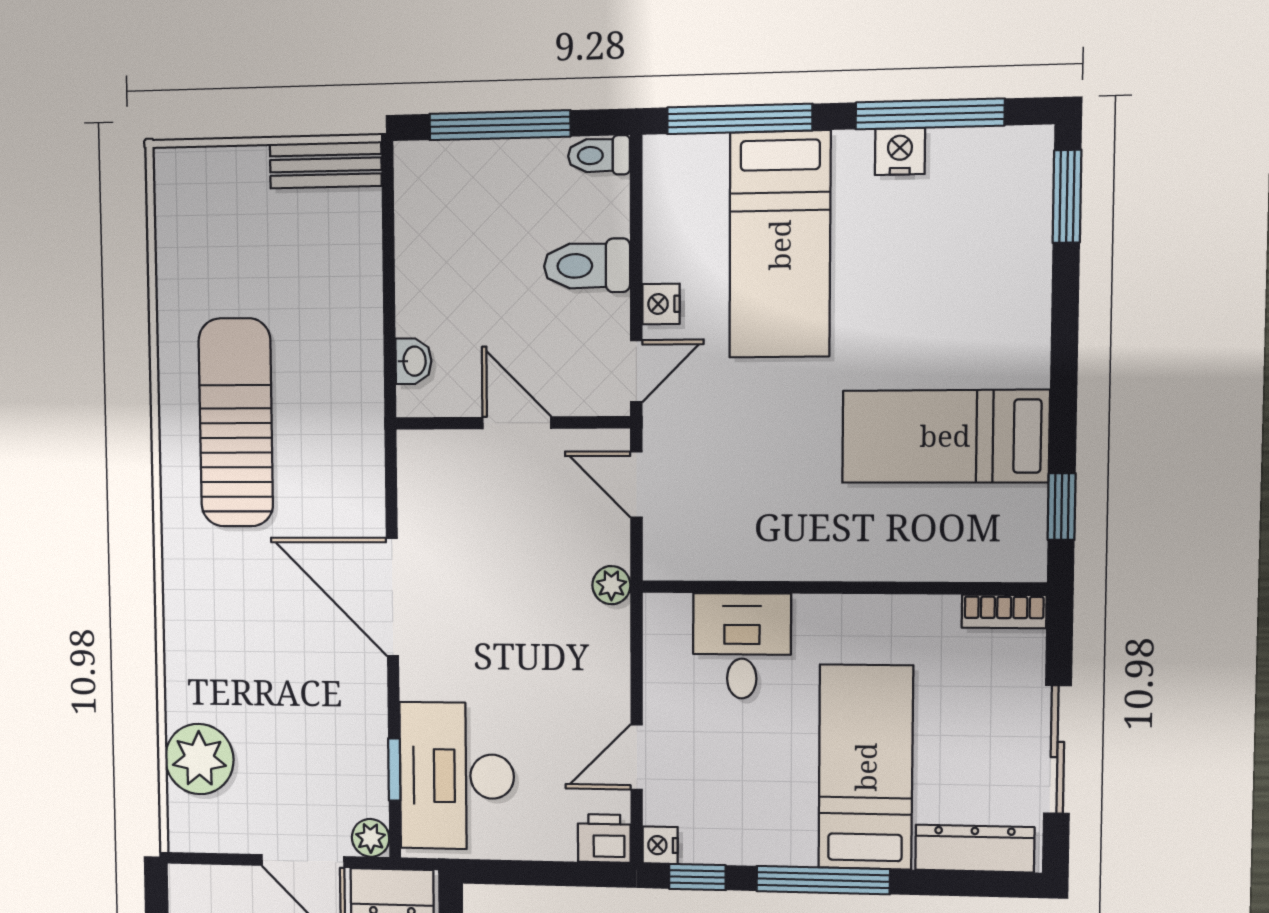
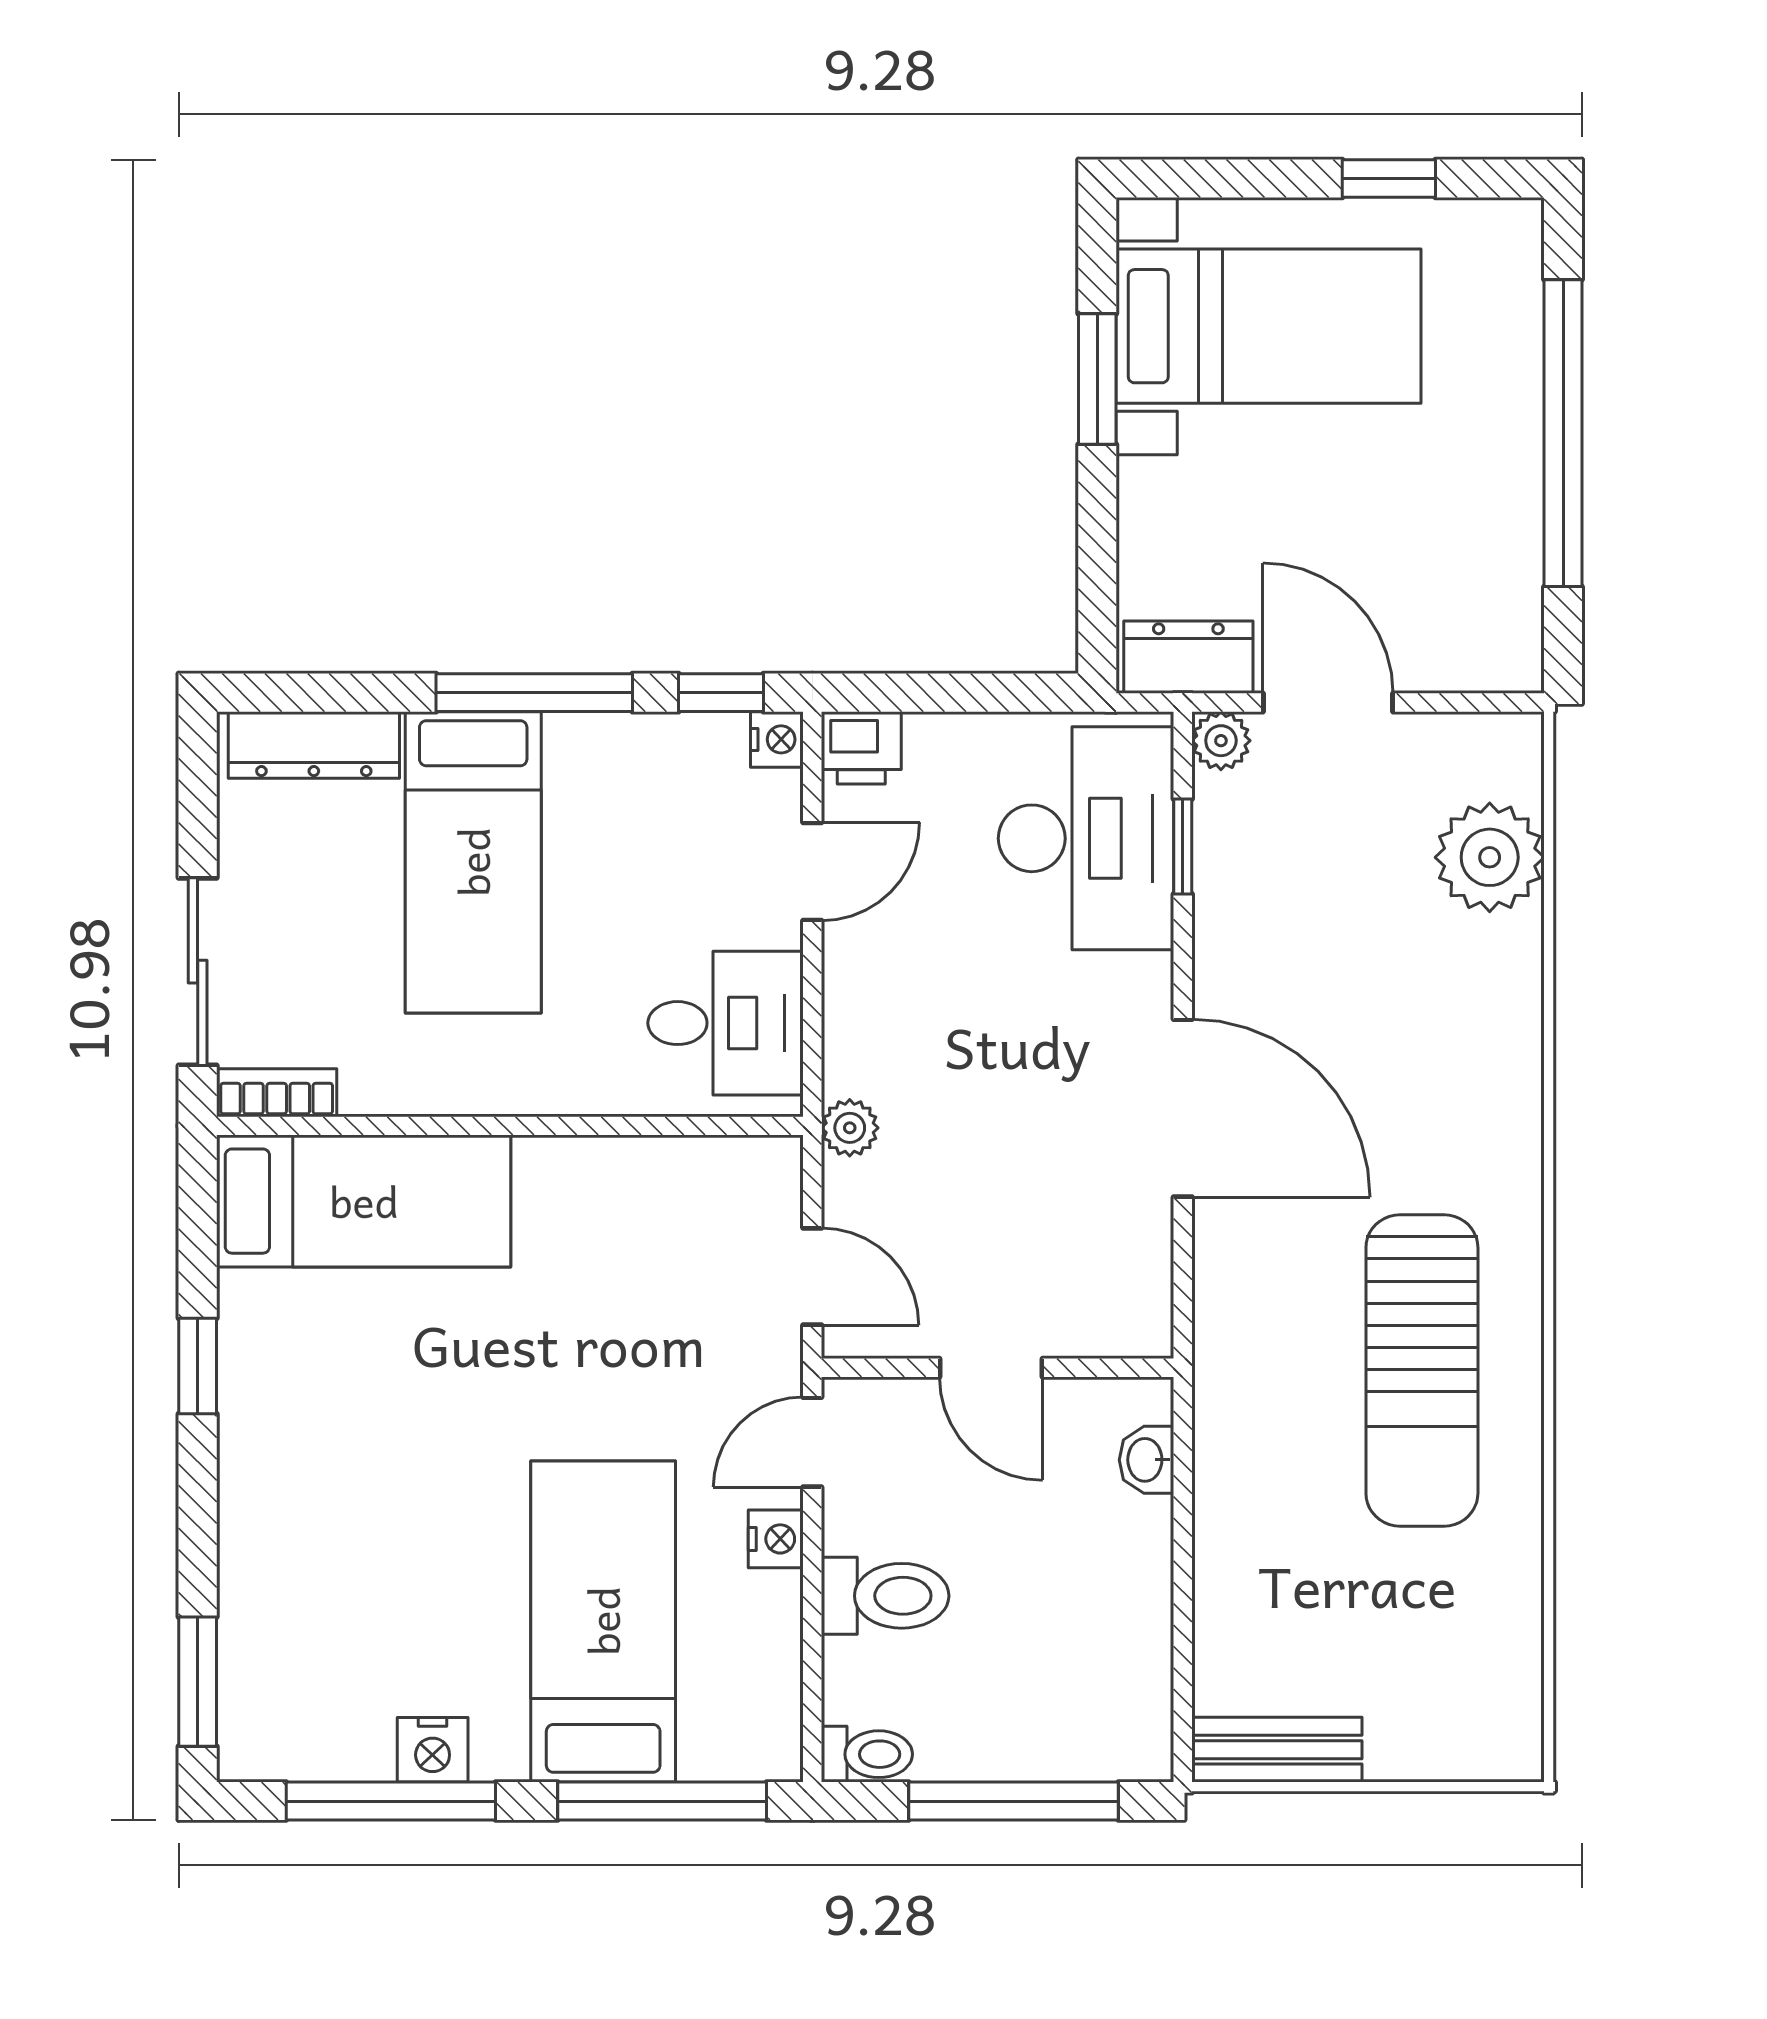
bed: (945, 436) -> (364, 1201), moved
window: (1062, 507) -> (198, 1366), moved
desk: (742, 646) -> (726, 1023), moved, turned -90
sliding door: (1057, 750) -> (198, 972), moved

